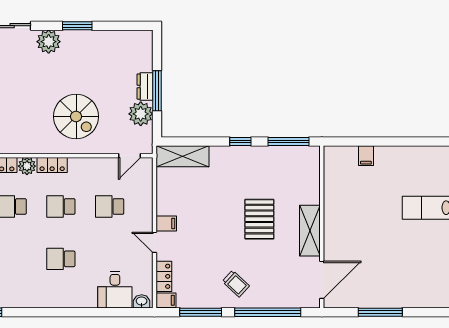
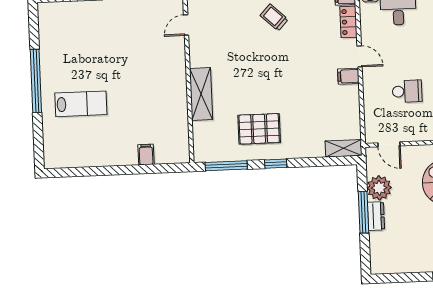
door: (129, 156) -> (389, 144), swing flipped
shelving: (183, 156) -> (344, 148), width x0.67, depth x0.75
pallet: (259, 219) -> (259, 129), moved, turned 90
shelving: (310, 231) -> (201, 94), moved
door: (322, 280) -> (186, 25), width x0.53

